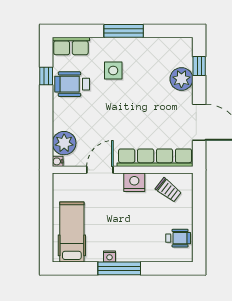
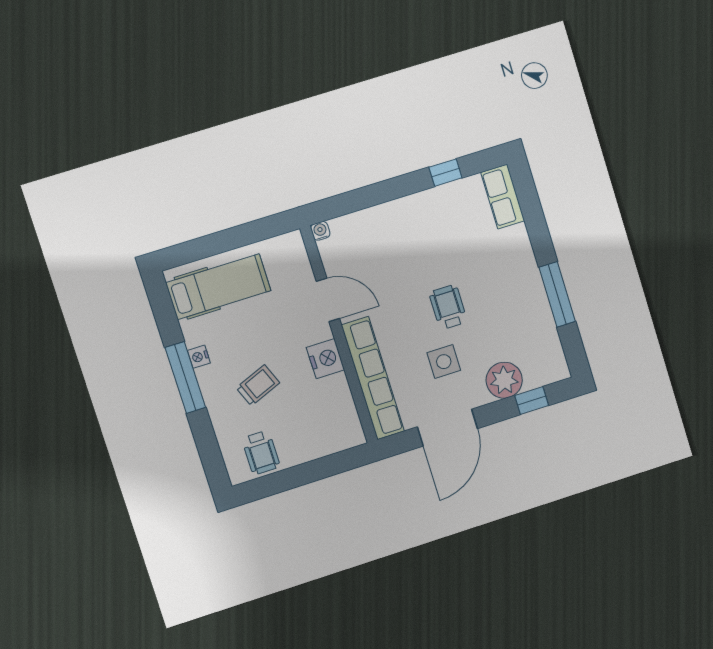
window: (124, 31) -> (557, 294), moved
side table: (113, 70) -> (444, 362), moved
wheelchair: (72, 84) -> (448, 307), moved, width x0.73, depth x0.73
plant: (64, 143) -> (352, 232), removed
trolley: (168, 190) -> (258, 385), moved, turned -150

